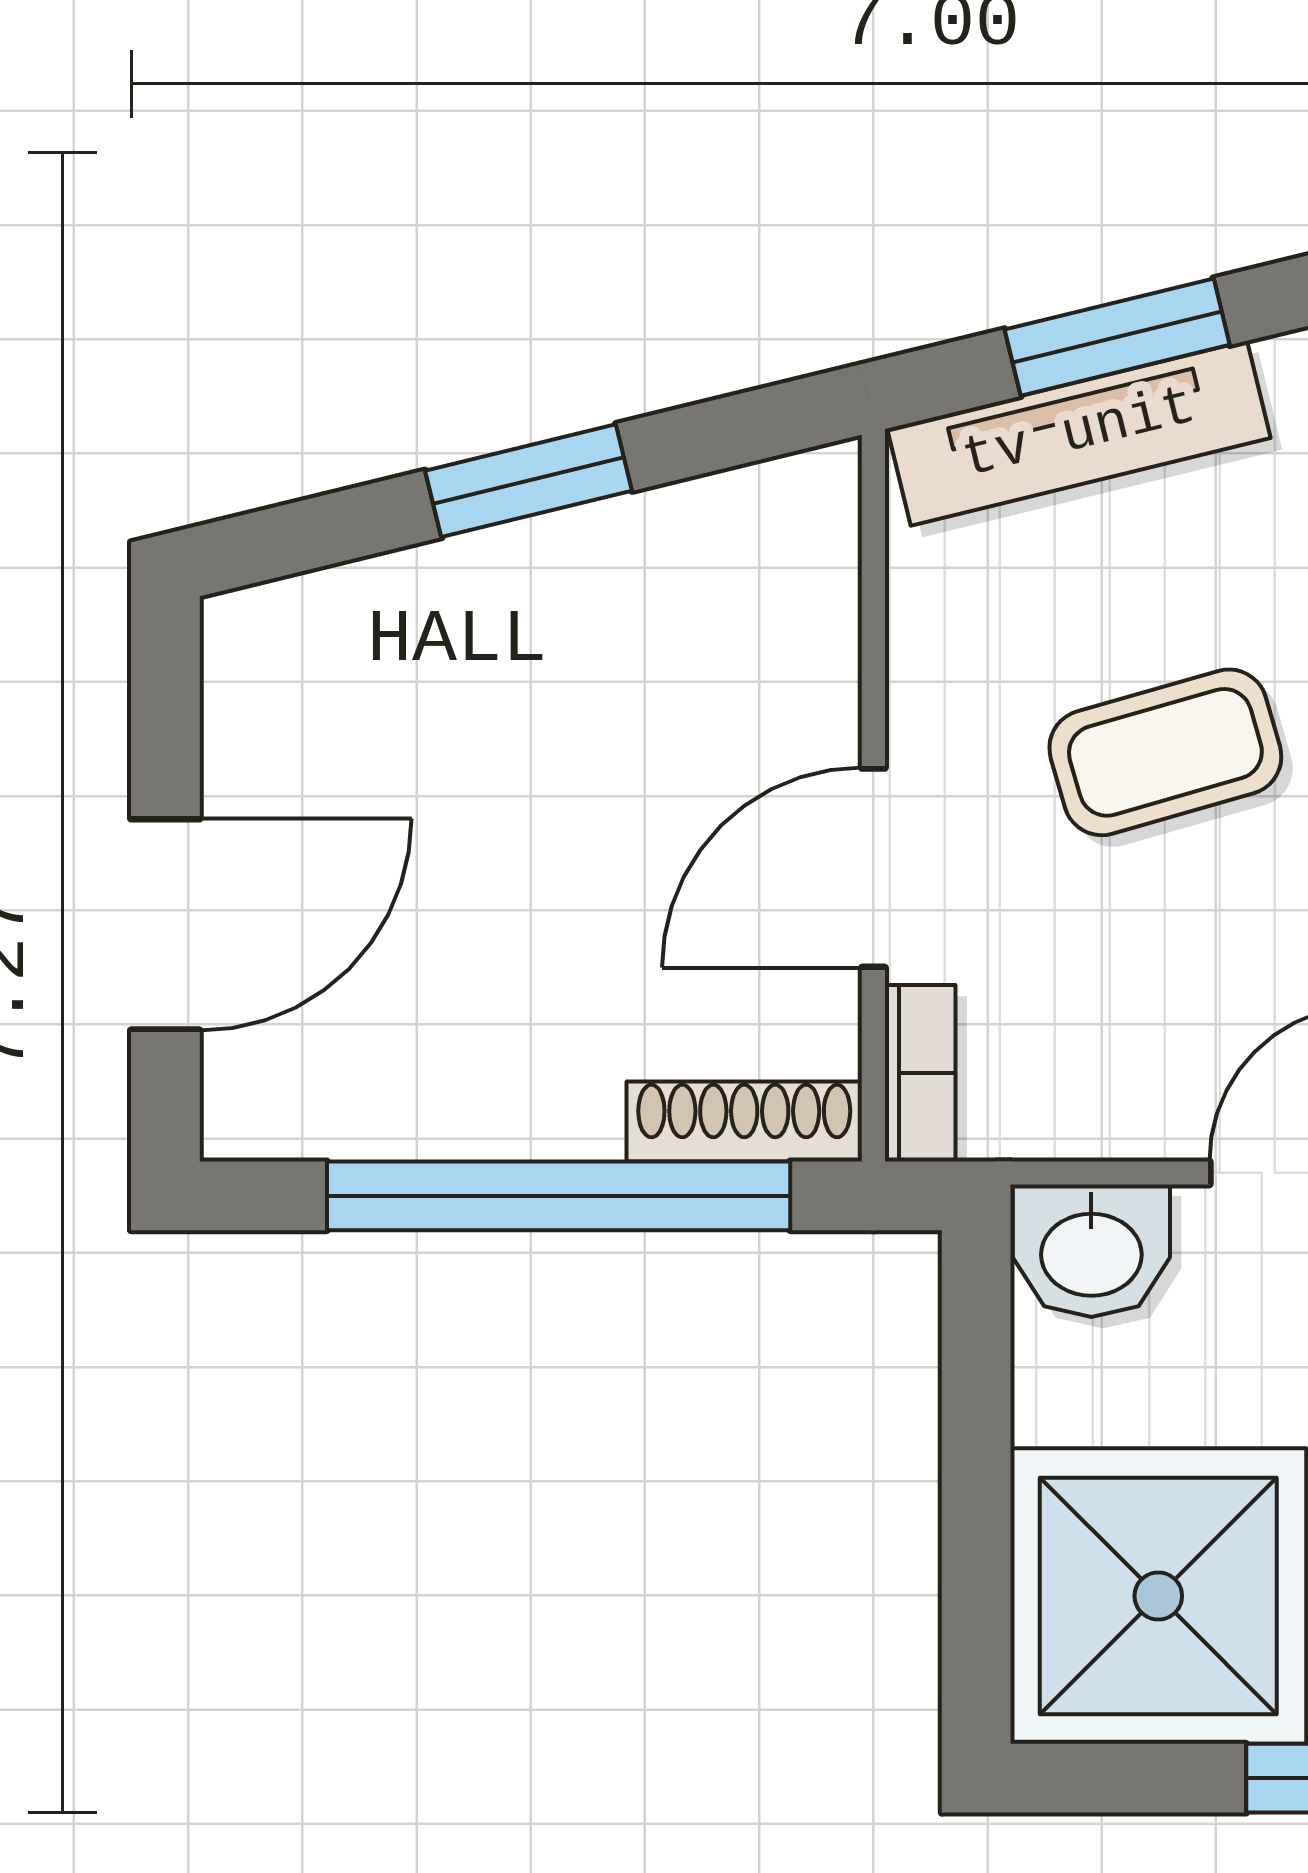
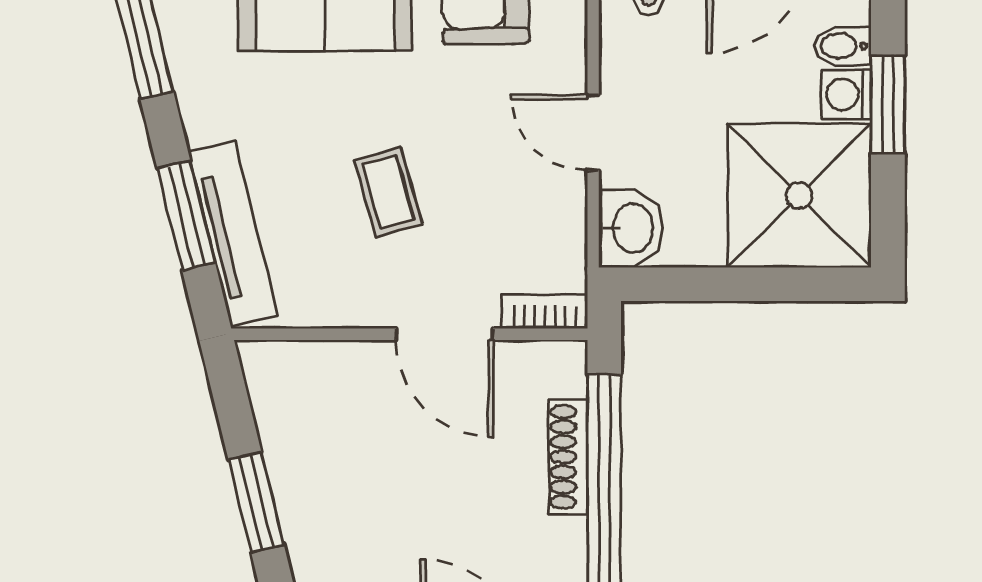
coffee table: (1165, 752) -> (388, 192), width x0.73, depth x0.77
shoe rack: (744, 1121) -> (568, 457), moved

